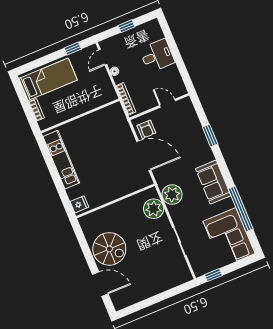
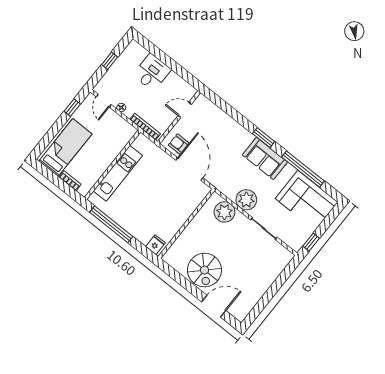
armchair: (146, 129) -> (179, 144), turned 180
window: (210, 136) -> (264, 138), moved
door: (144, 156) -> (189, 169), hinge flipped
kitchen unit: (61, 160) -> (118, 173), moved, turned 90
window: (51, 166) -> (111, 224), added
plant: (172, 195) -> (246, 200), moved
spiral stairs: (109, 249) -> (204, 270), turned 90

